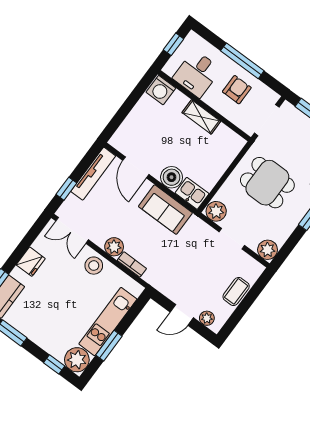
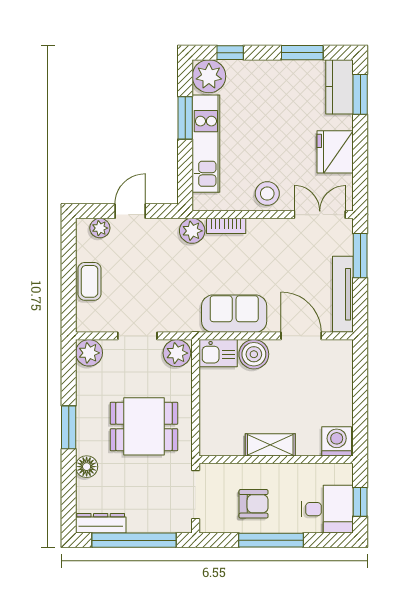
desk: (197, 74) -> (327, 509), moved, turned 90
armchair: (237, 90) -> (254, 504), turned -90
window: (66, 189) -> (360, 256), width x1.50
plant: (114, 247) -> (192, 231), moved
fridge: (31, 262) -> (335, 152), width x1.36, depth x1.34

